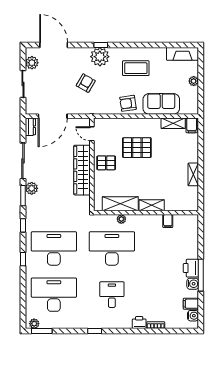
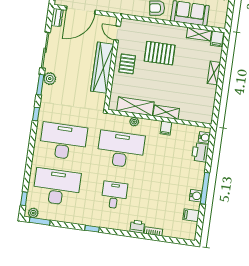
pallet: (106, 163) -> (127, 64), turned 90
shelving: (193, 174) -> (214, 73), moved
filing cabinet: (168, 221) -> (166, 128), moved
window: (23, 259) -> (24, 199), moved
printer: (191, 268) -> (200, 152), moved
water cooler: (193, 316) -> (204, 137), moved

